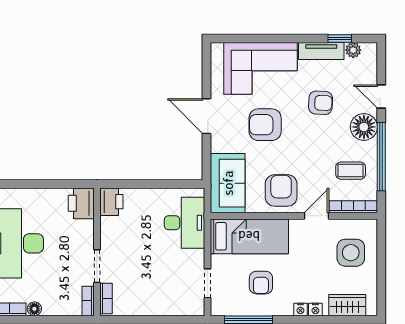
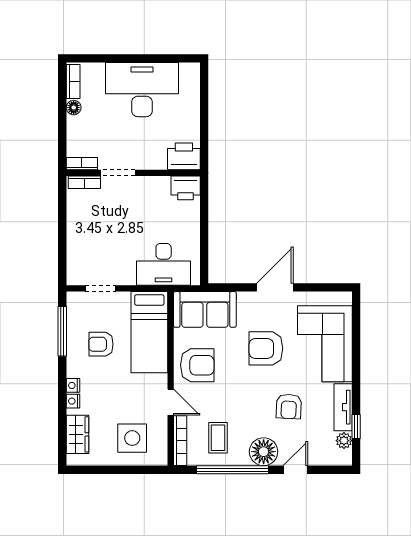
armchair: (265, 125) -> (266, 348), turned -90

